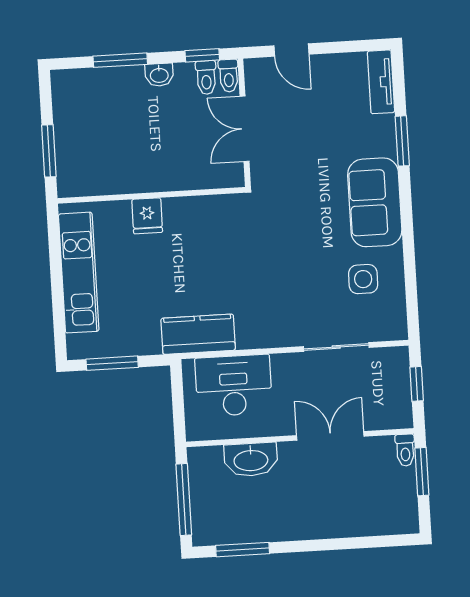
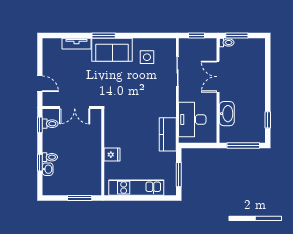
door: (291, 50) -> (40, 84), hinge flipped
window: (120, 60) -> (40, 163), width x0.67
washbasin: (159, 75) -> (48, 169), moved
toilet: (229, 76) -> (50, 157), moved
tv unit: (381, 82) -> (76, 44), moved
window: (402, 141) -> (104, 35), moved
window: (243, 550) -> (268, 120), width x0.67

